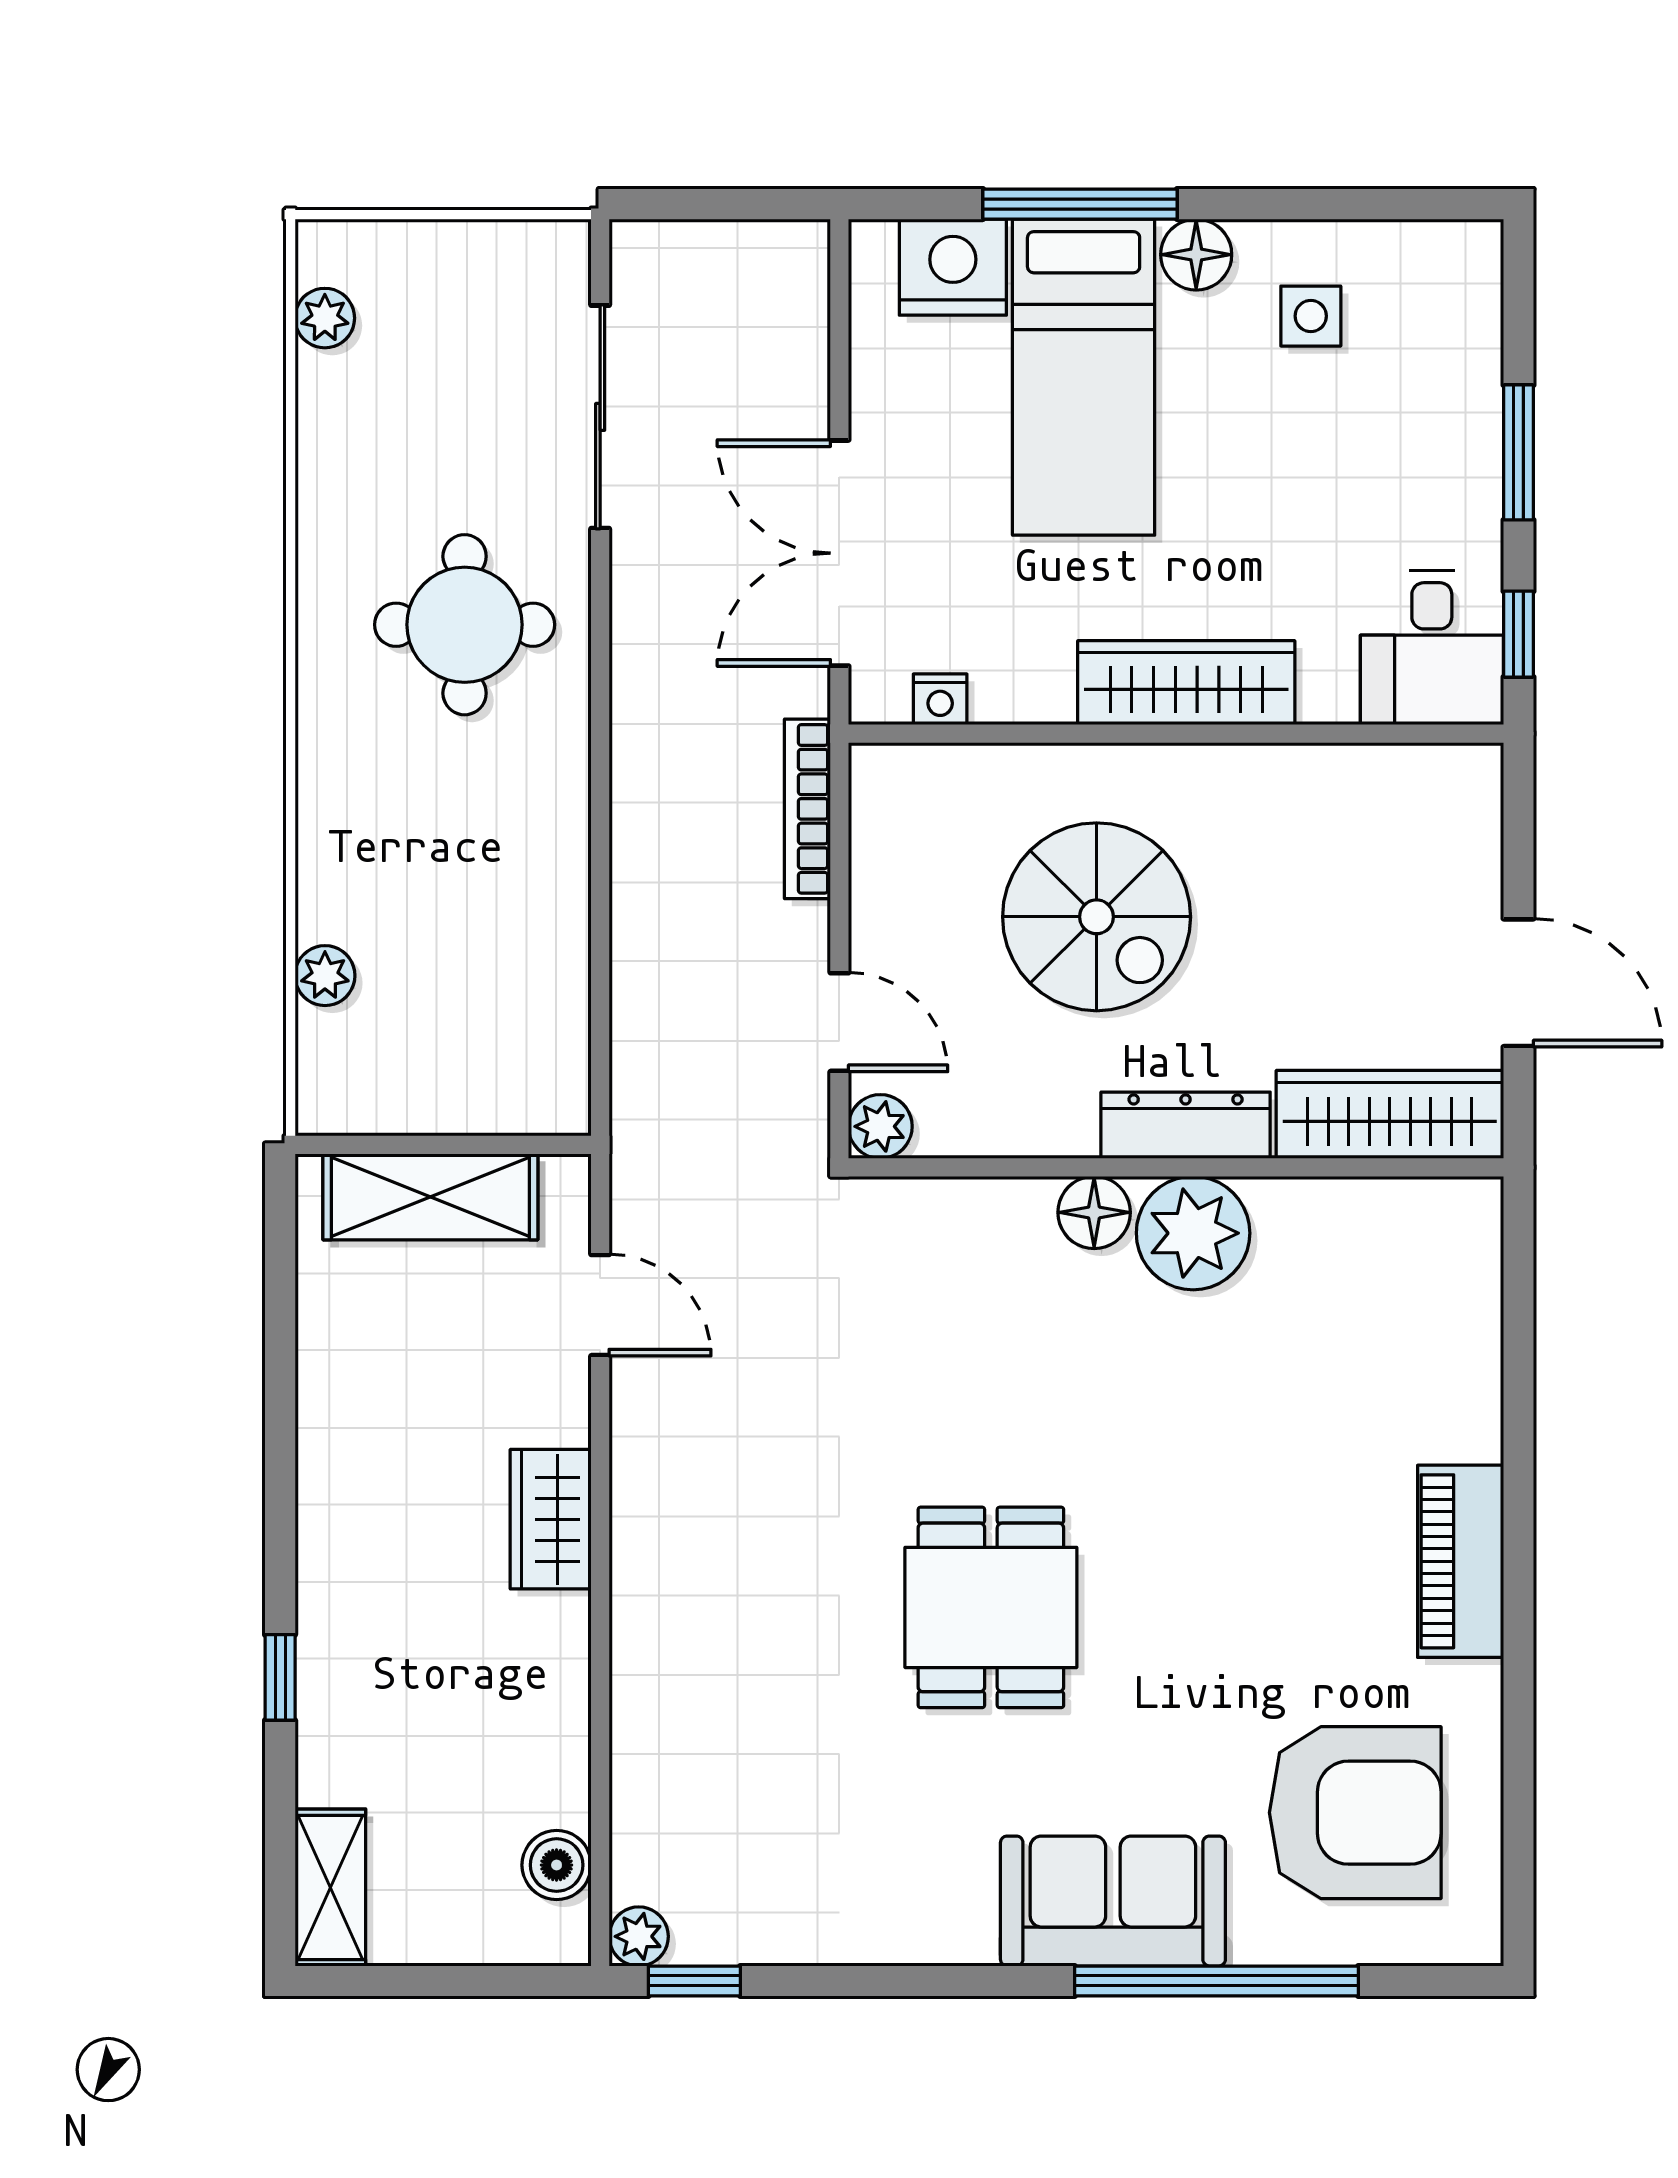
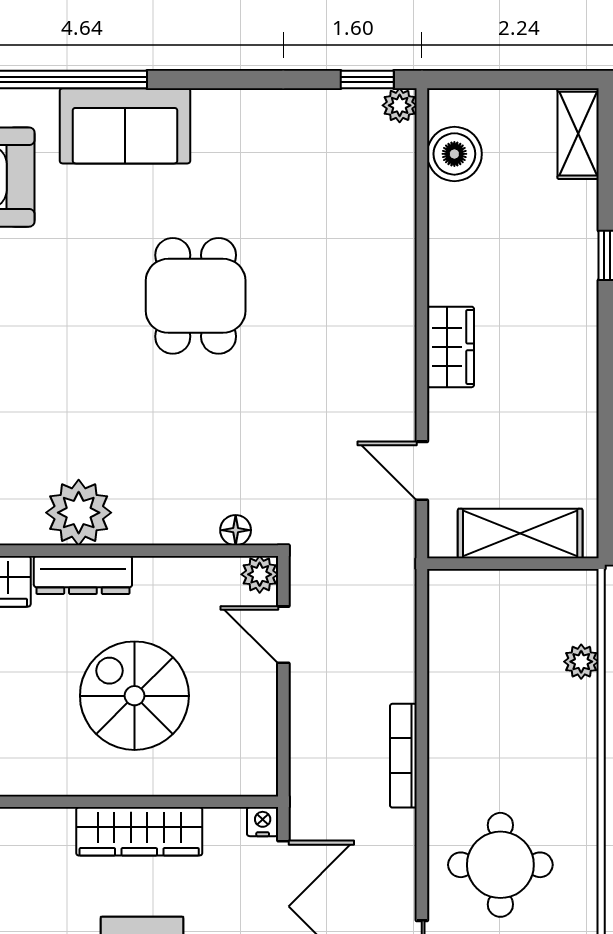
wardrobe: (1186, 683) -> (139, 831), moved
nightstand: (940, 699) -> (263, 822), moved
bookcase: (807, 809) -> (403, 756), moved, turned 180
floor lamp: (1094, 1212) -> (236, 530), moved, width x0.73, depth x0.73
boiler: (557, 1865) -> (454, 154), width x1.36, depth x1.36

